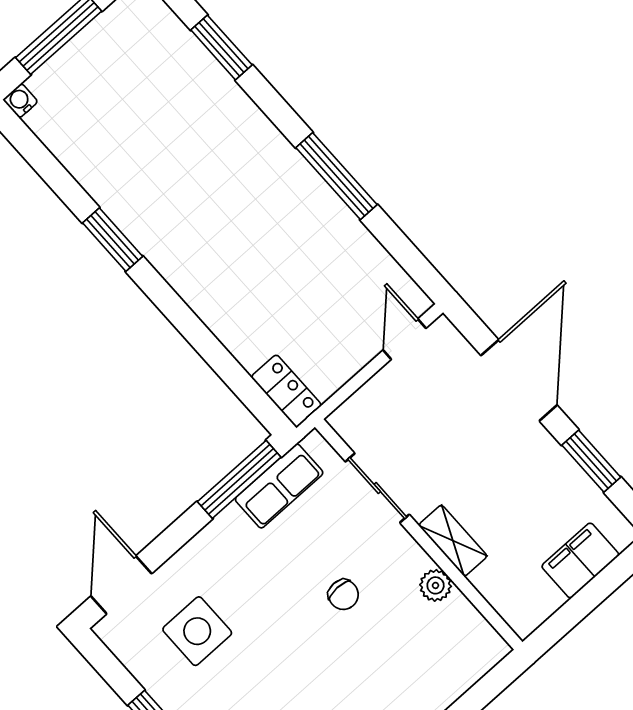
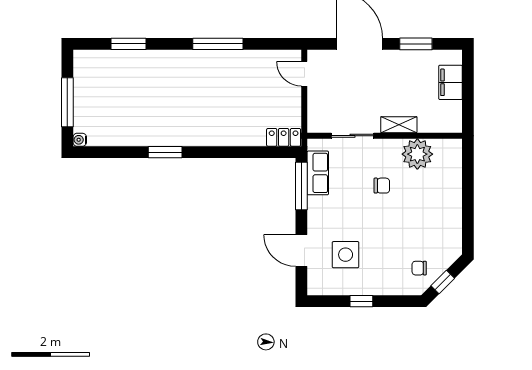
door: (121, 585) -> (301, 251), moved
plant: (436, 585) -> (417, 154), width x1.88, depth x1.88

